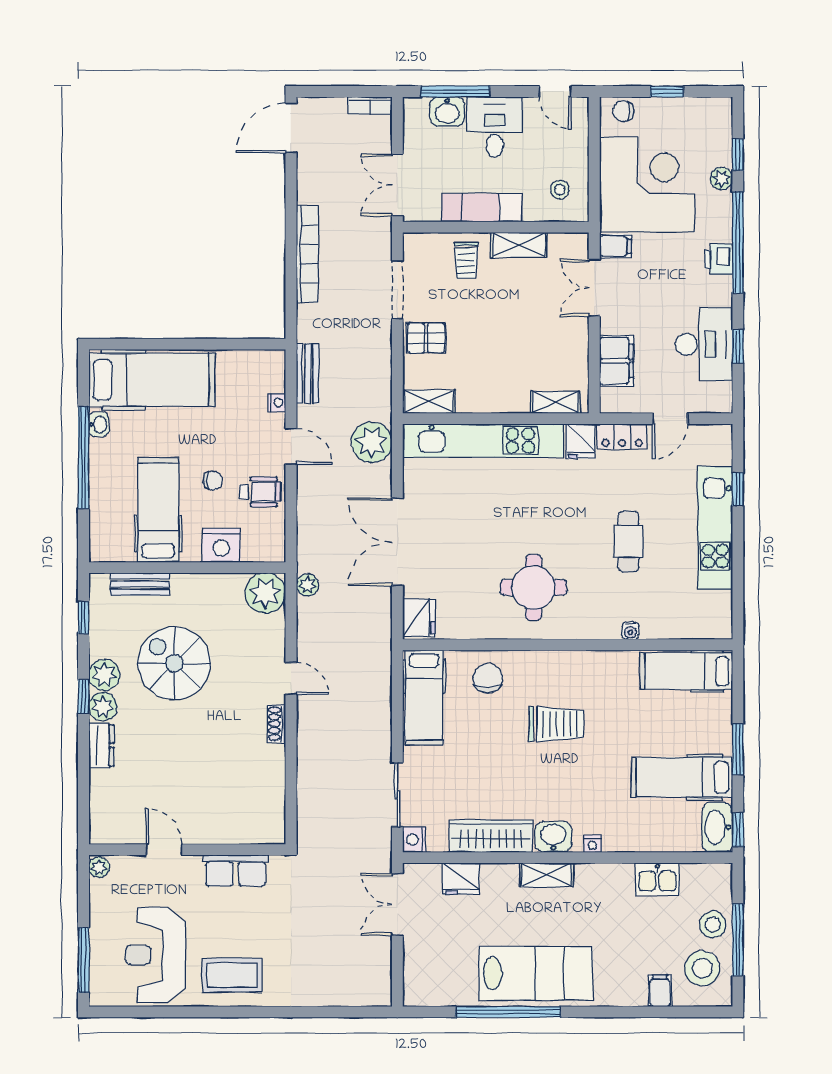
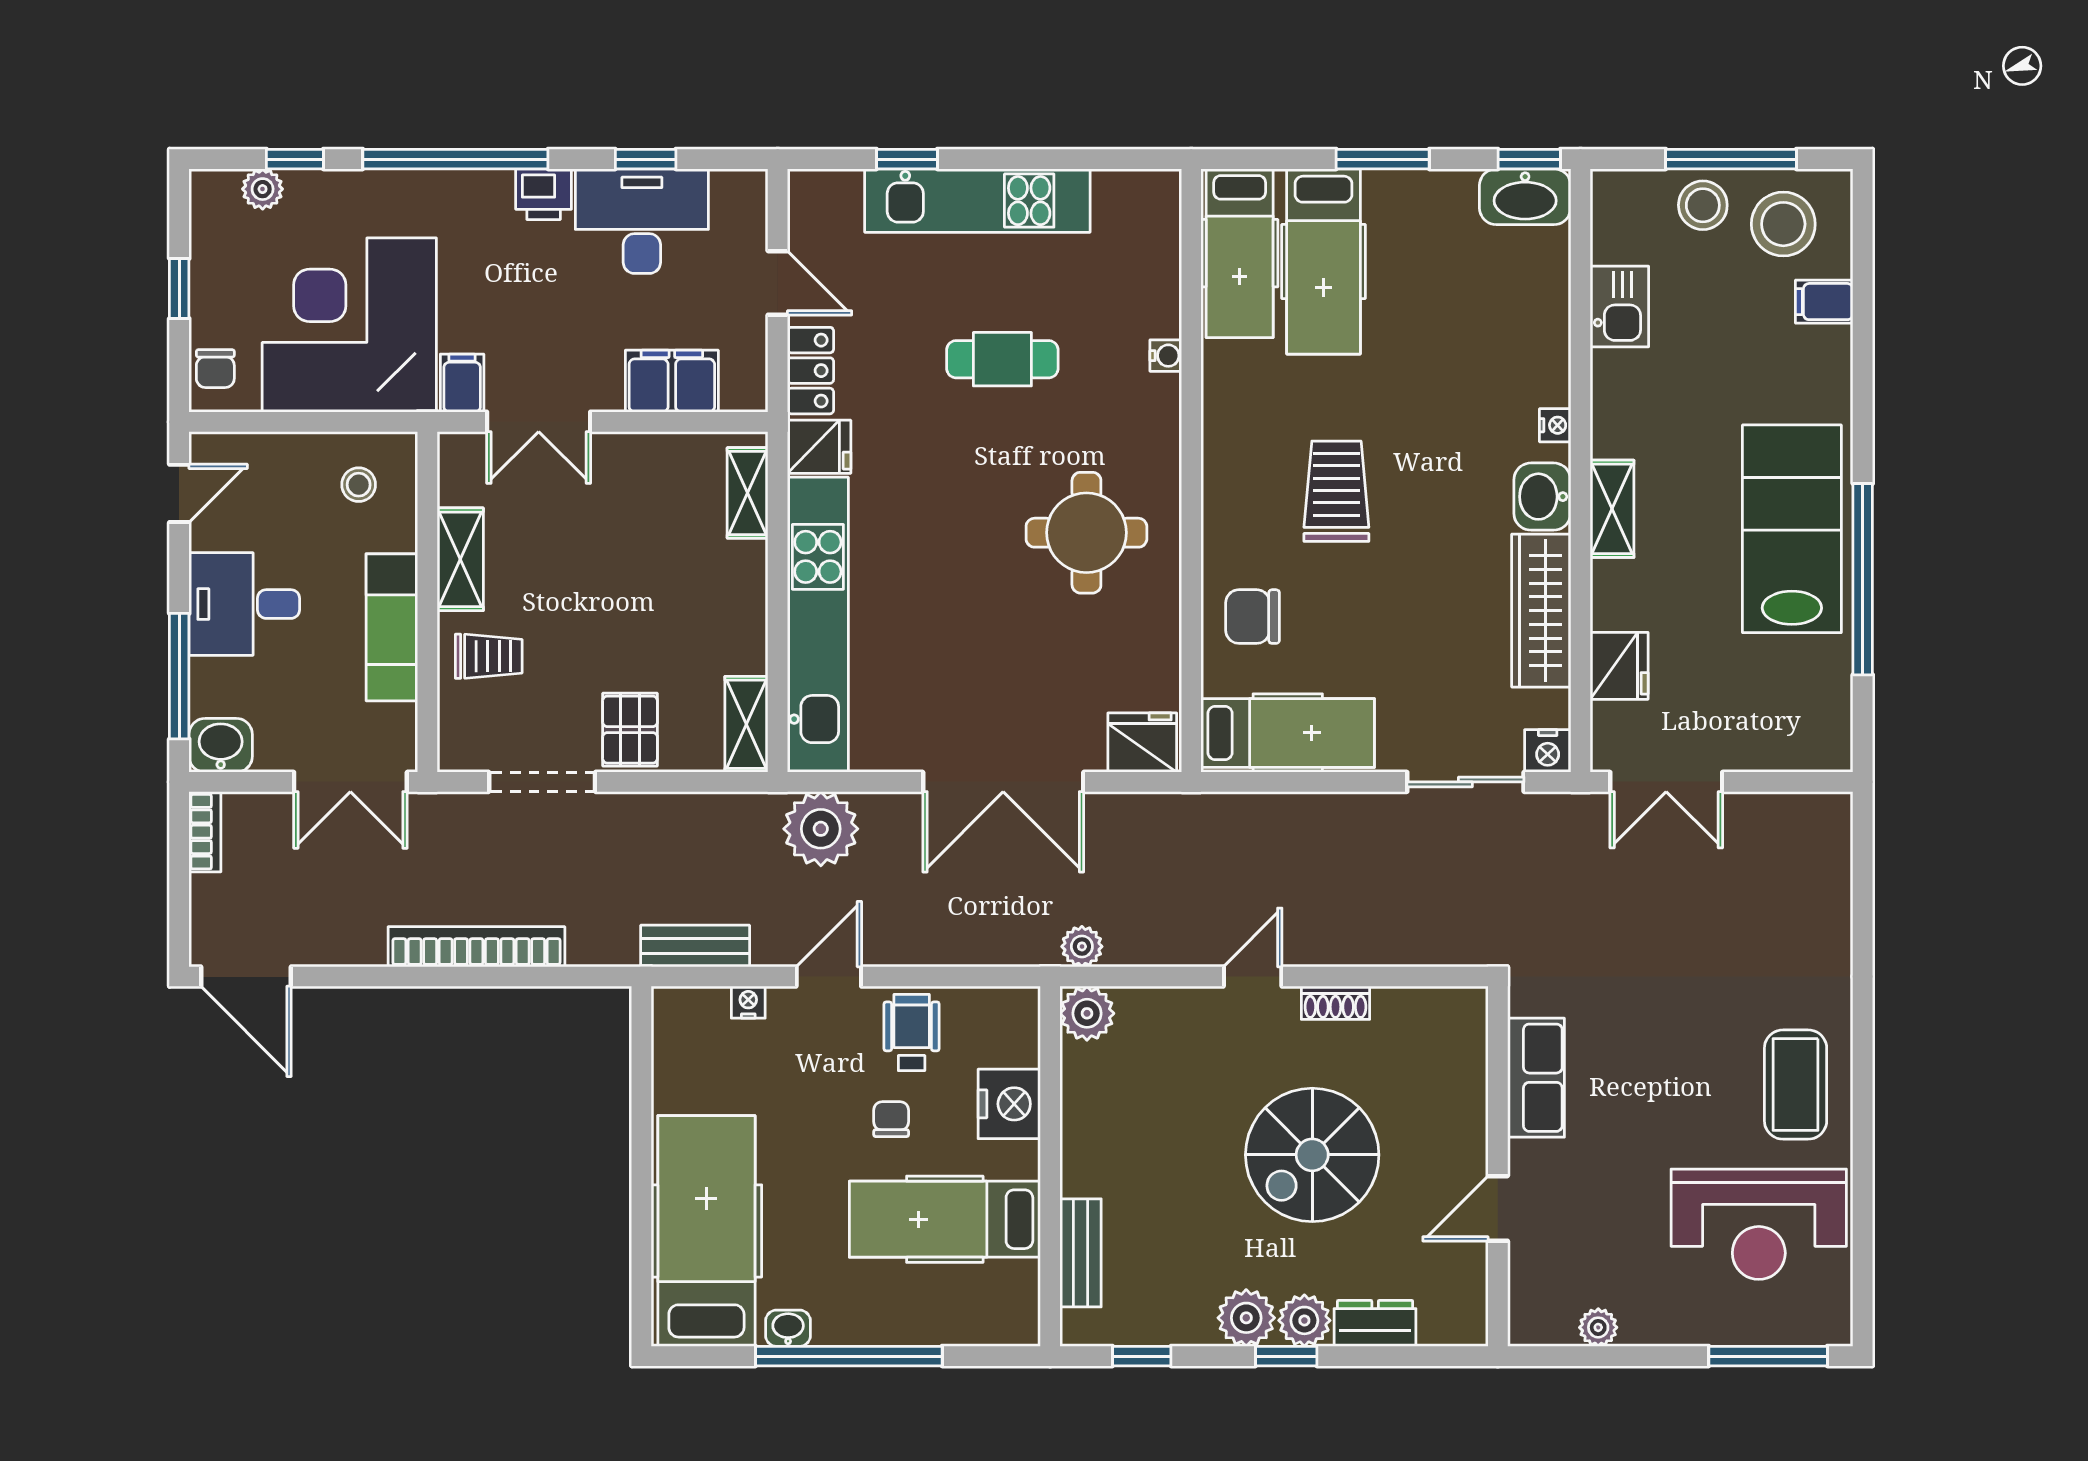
washbasin: (447, 111) -> (221, 745), moved, turned -90
plant: (721, 179) -> (263, 189), moved
printer: (719, 259) -> (544, 194), moved
plant: (265, 593) -> (1087, 1013), width x0.73, depth x0.73
spiral stairs: (174, 663) -> (1312, 1155), moved
hospital bed: (682, 777) -> (1323, 261), moved
door: (164, 850) -> (1498, 1208), moved
wall: (187, 850) -> (1498, 1166), moved
row of seats: (236, 870) -> (1536, 1078), moved

